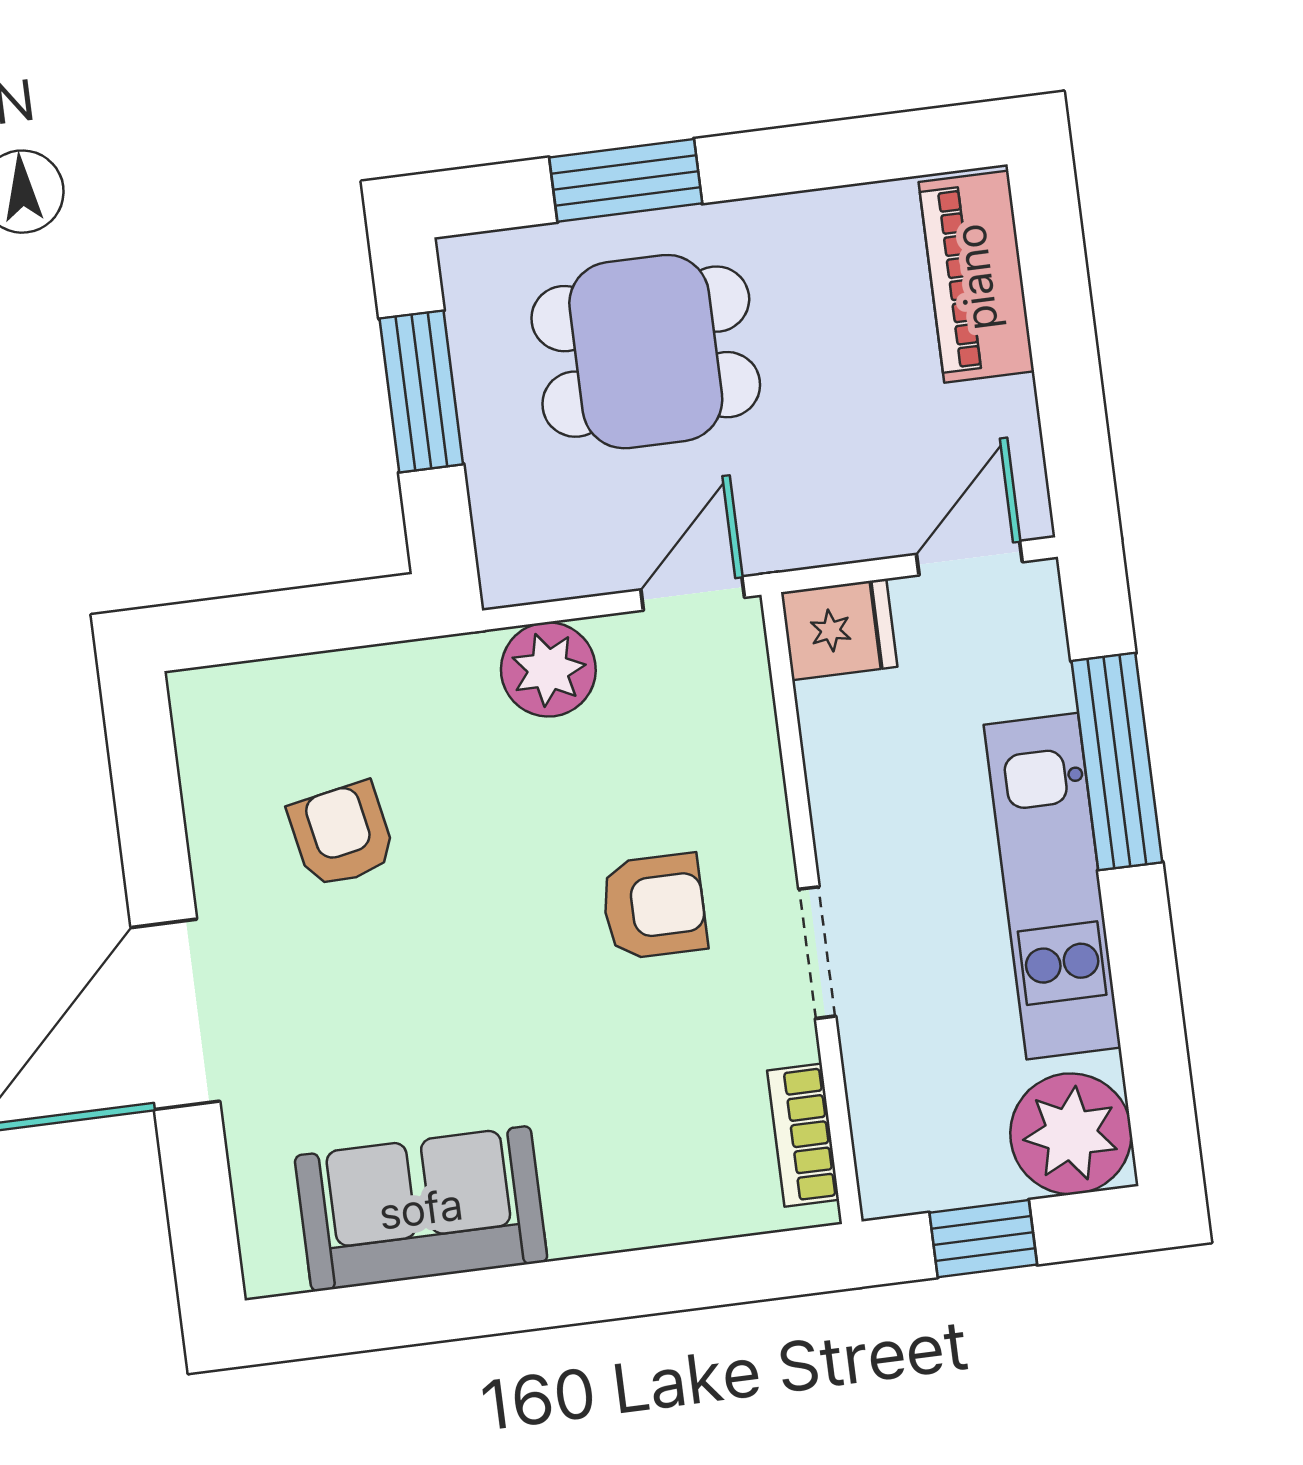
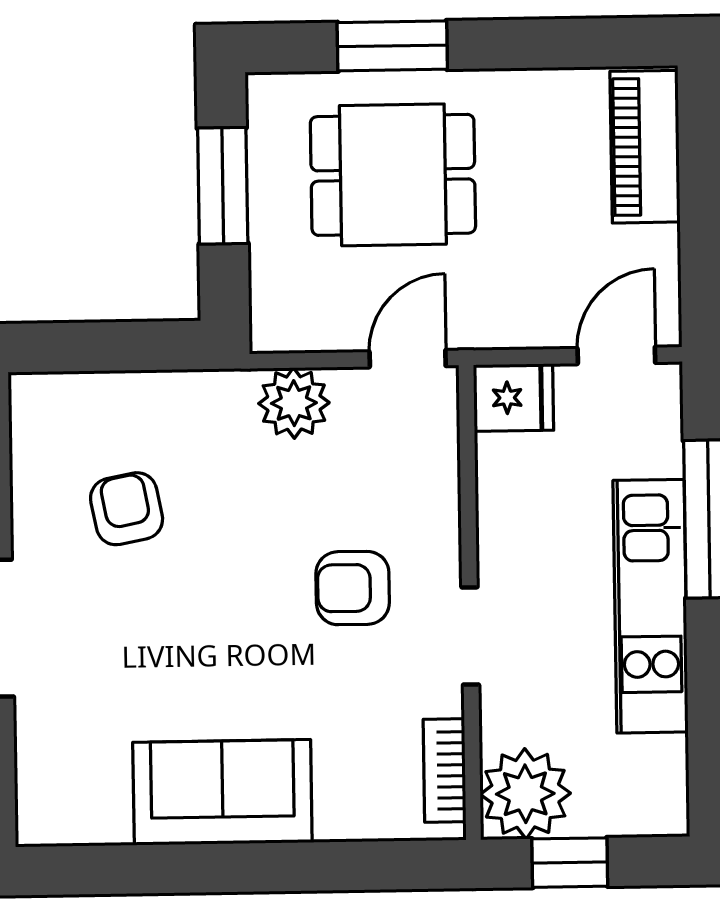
armchair: (654, 906) -> (353, 588), turned 180
plant: (1071, 1134) -> (525, 794), moved
sofa: (421, 1209) -> (222, 792), moved

